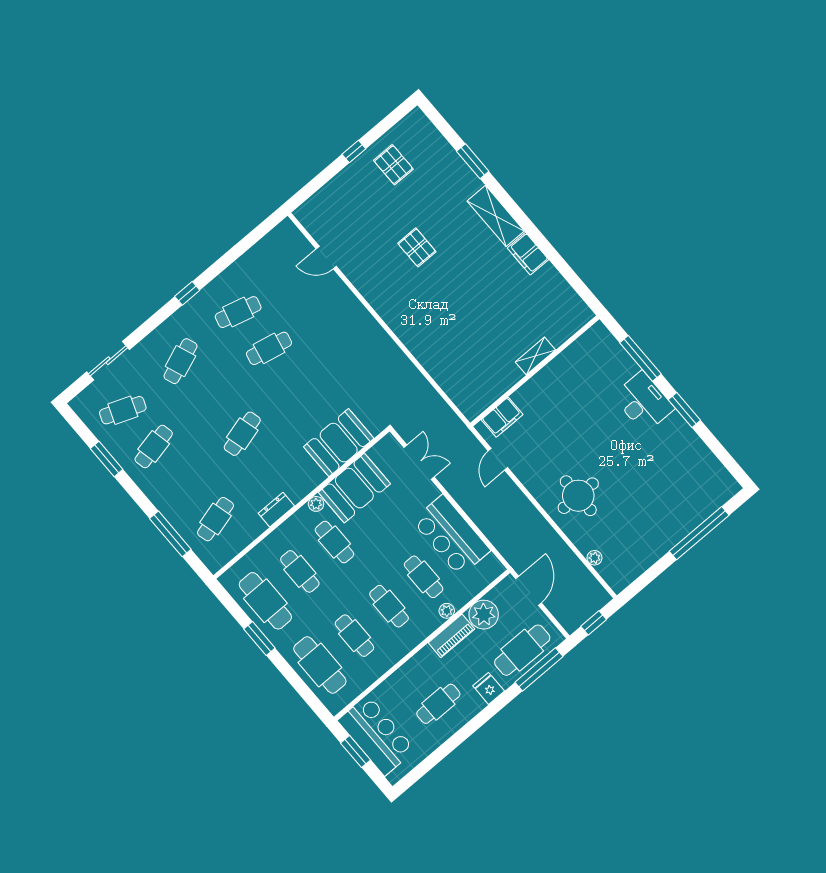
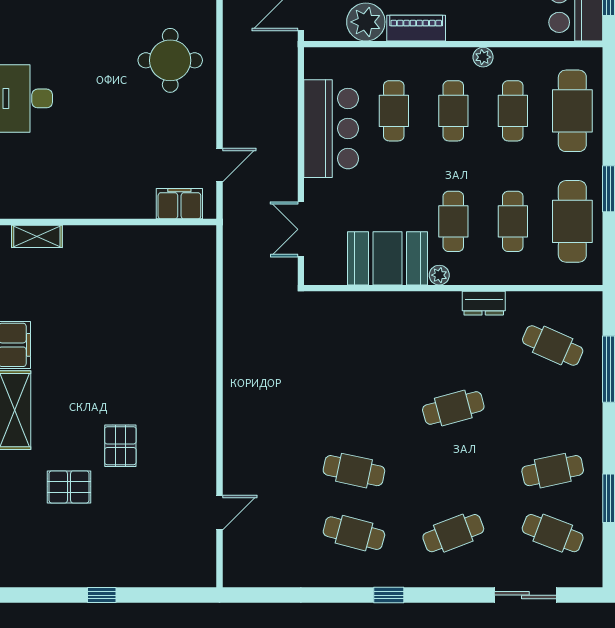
pallet: (393, 165) -> (69, 487), moved, turned 90
door: (326, 258) -> (220, 513), hinge flipped
shelving: (535, 356) -> (37, 236), moved
booth: (339, 443) -> (364, 317), removed
cafe table: (215, 519) -> (553, 345), turned 39
plant: (447, 611) -> (483, 57), moved

